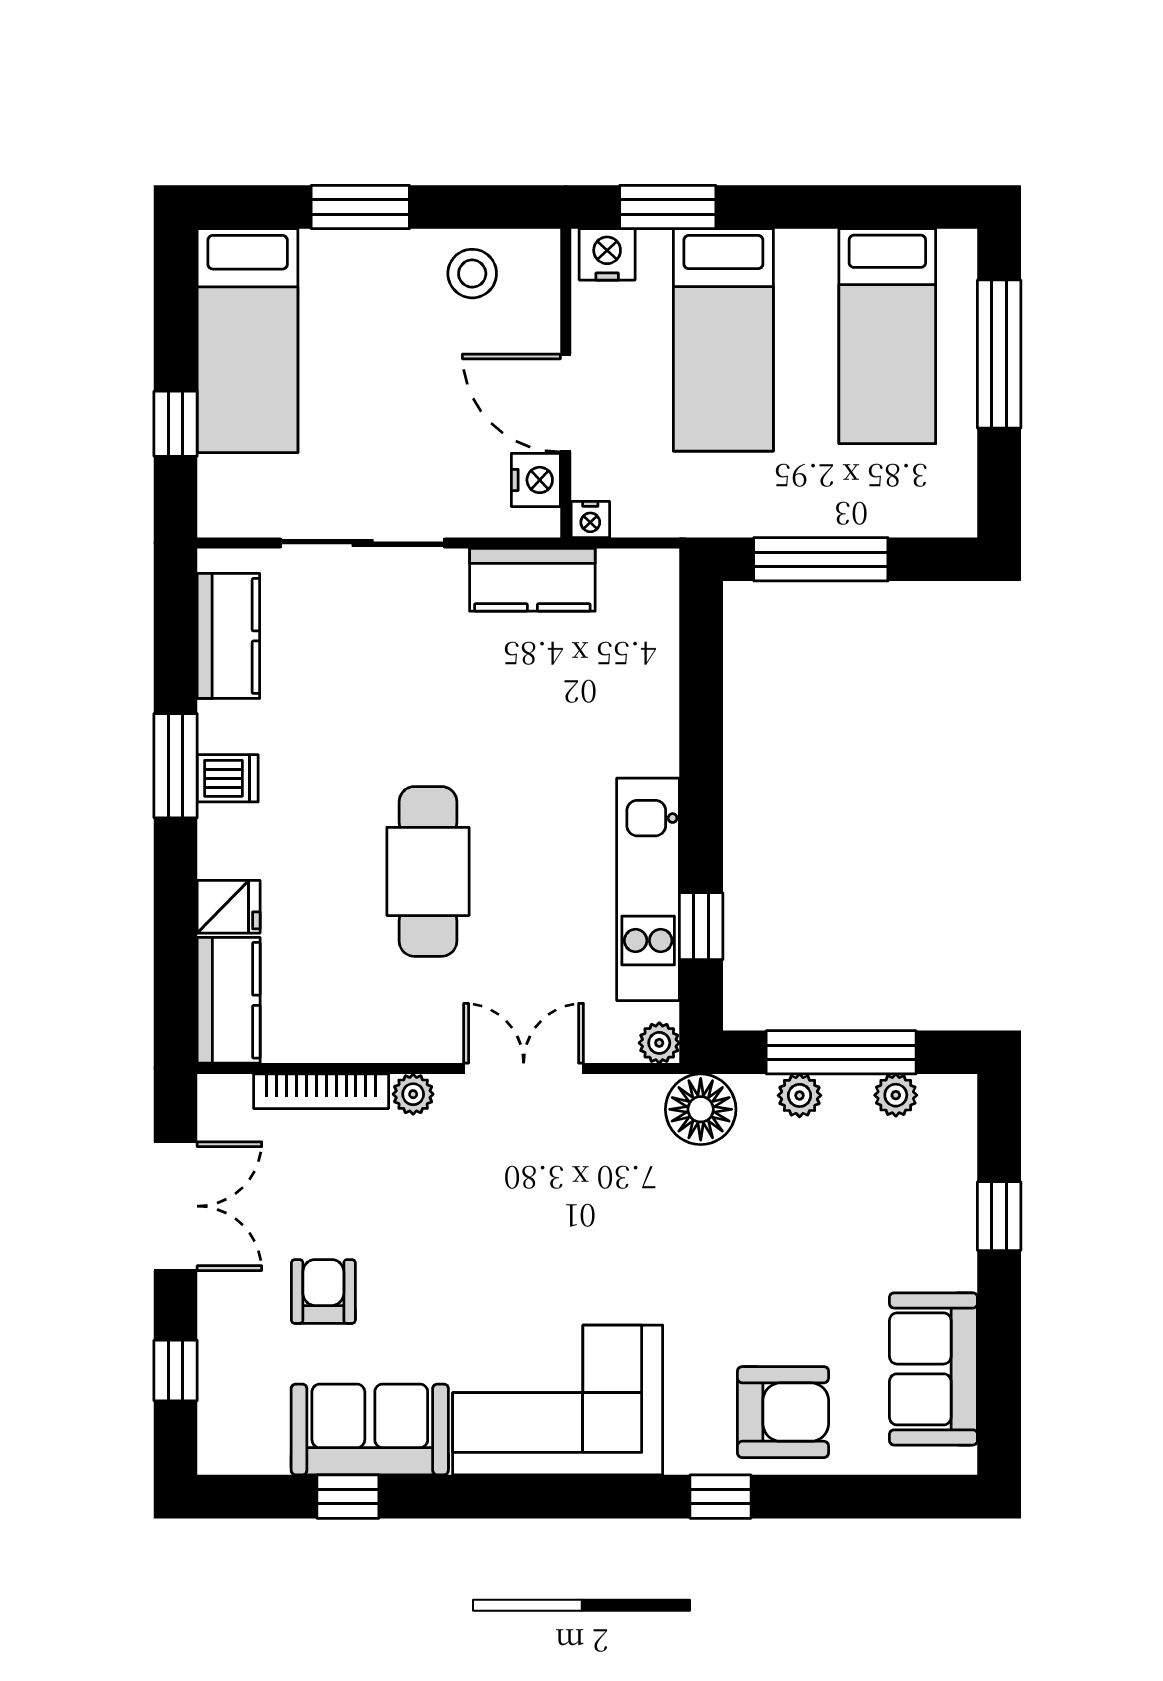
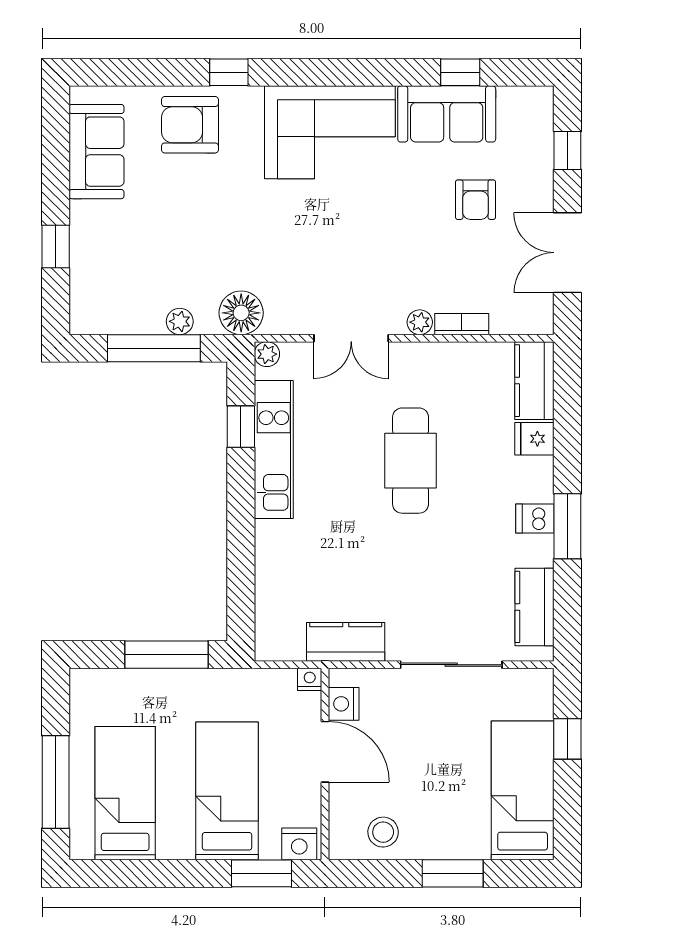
bookcase: (321, 1091) -> (462, 324), width x0.64
plant: (896, 1095) -> (120, 322), removed

